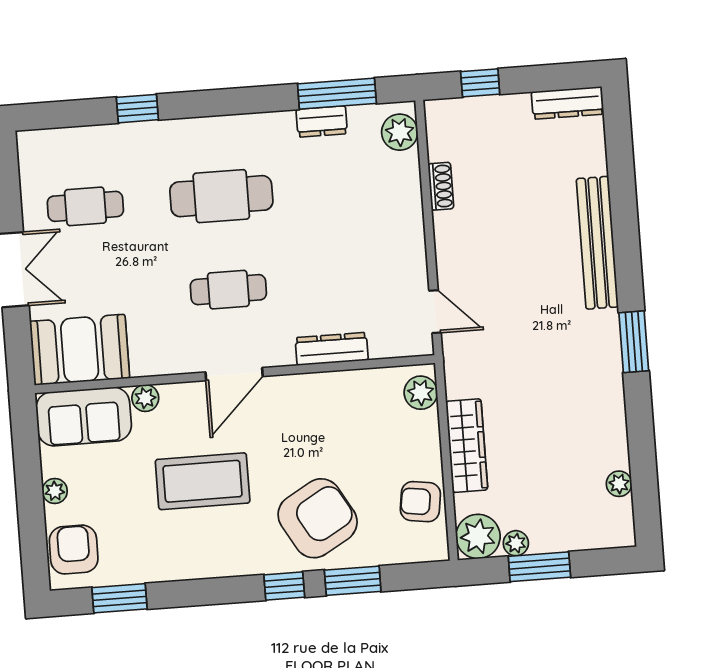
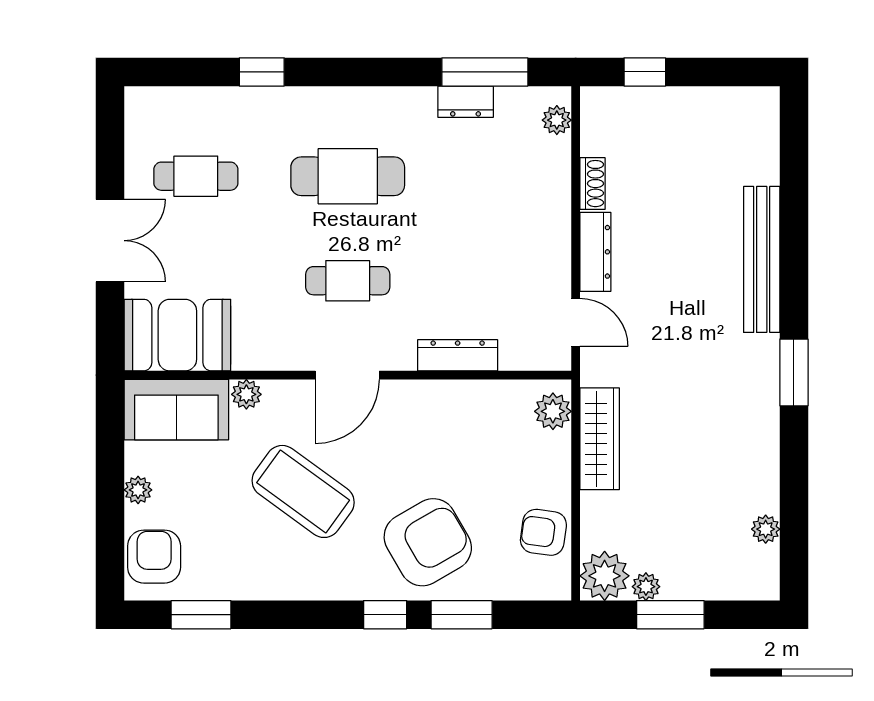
dresser: (568, 103) -> (595, 252), moved, turned -90
plant: (400, 132) -> (557, 120), width x0.73, depth x0.73
wardrobe: (467, 446) -> (600, 439), moved
coffee table: (203, 481) -> (303, 491), turned 36

